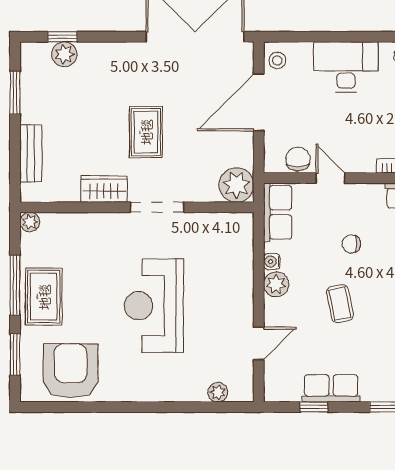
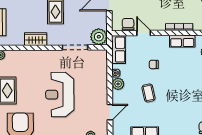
doorway: (157, 207) -> (75, 48), moved

